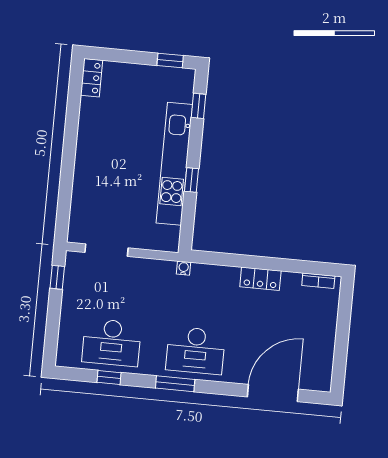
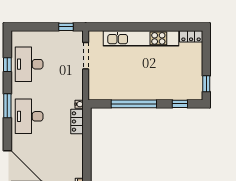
kitchen unit: (174, 164) -> (141, 38), moved, turned 180
window: (191, 180) -> (134, 104), width x3.17
locker: (260, 279) -> (77, 122), moved

